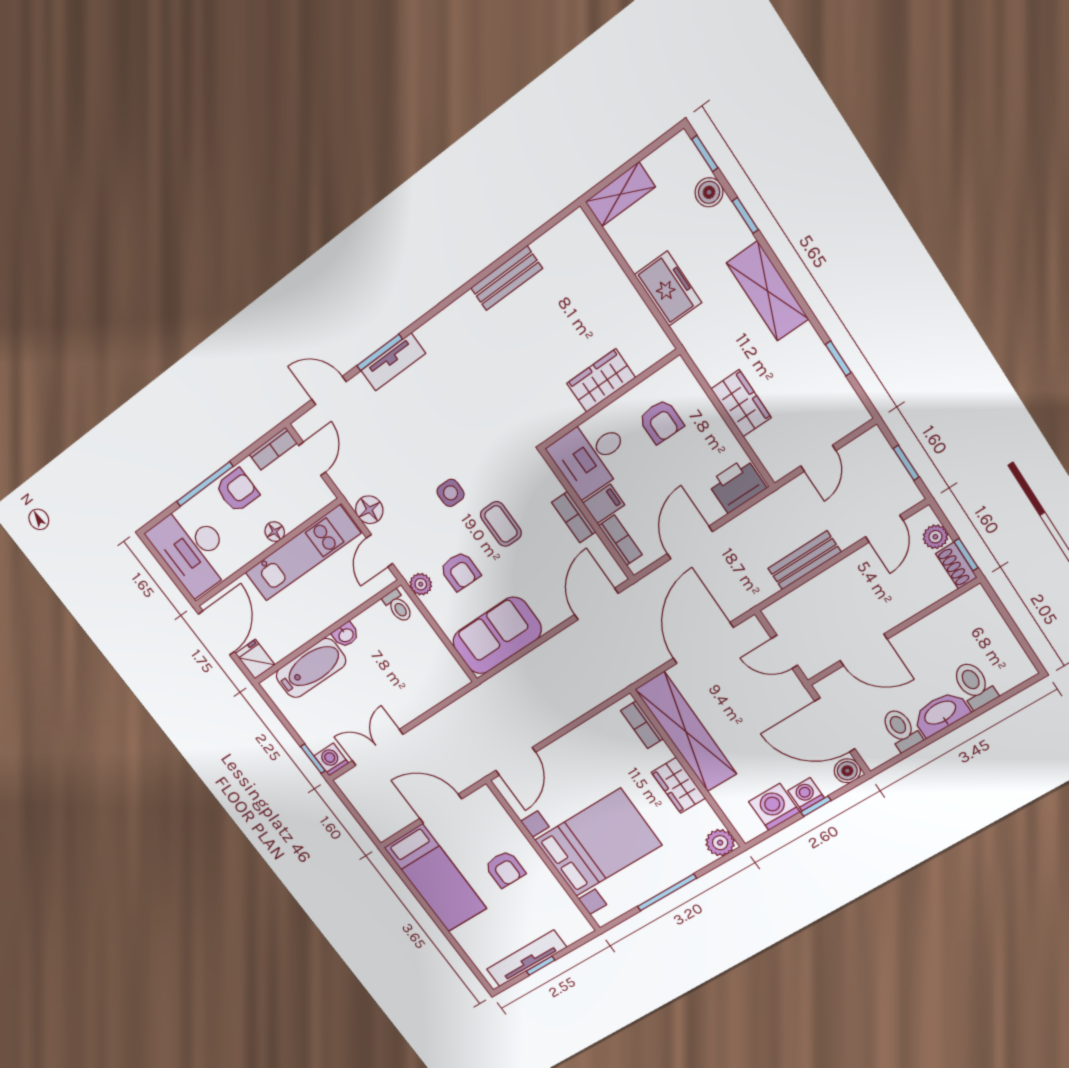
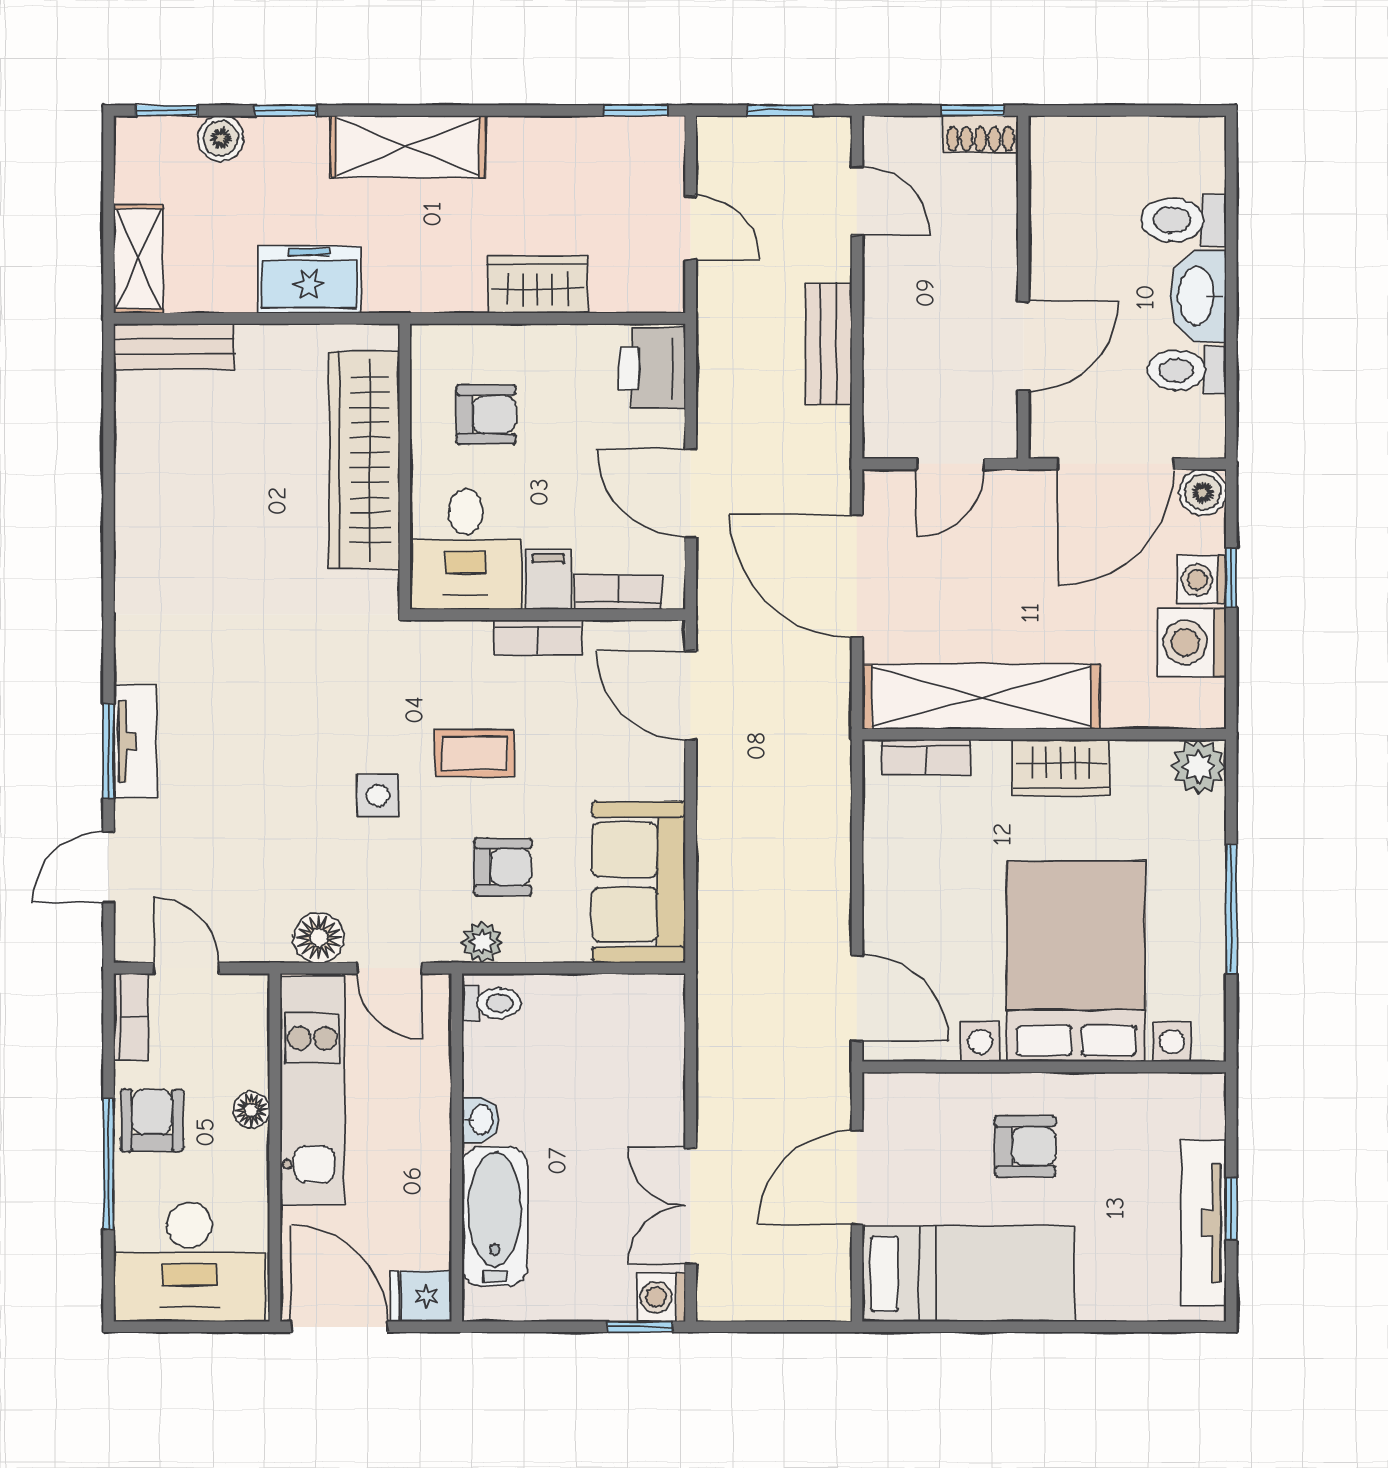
bench: (507, 278) -> (174, 347), moved, turned 90
window: (838, 358) -> (636, 110), moved
wardrobe: (601, 381) -> (364, 460), width x2.10, depth x1.17
plant: (935, 537) -> (917, 137), removed

